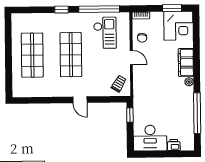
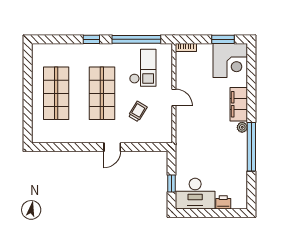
chair: (142, 38) -> (187, 74), removed
trolley: (119, 84) -> (138, 111), moved
door: (80, 100) -> (112, 147), hinge flipped
window: (197, 113) -> (251, 147), moved
window: (130, 115) -> (171, 183), moved

